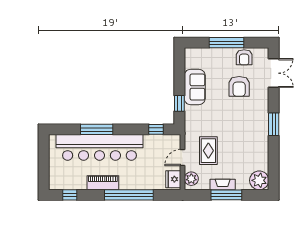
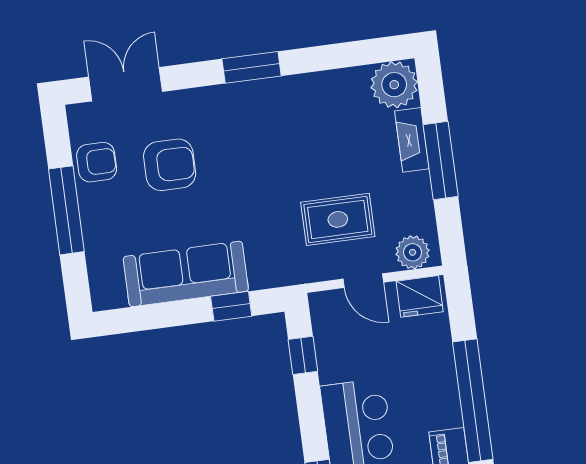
sofa: (195, 87) -> (186, 274), width x1.36
fireplace: (223, 184) -> (412, 140), moved

